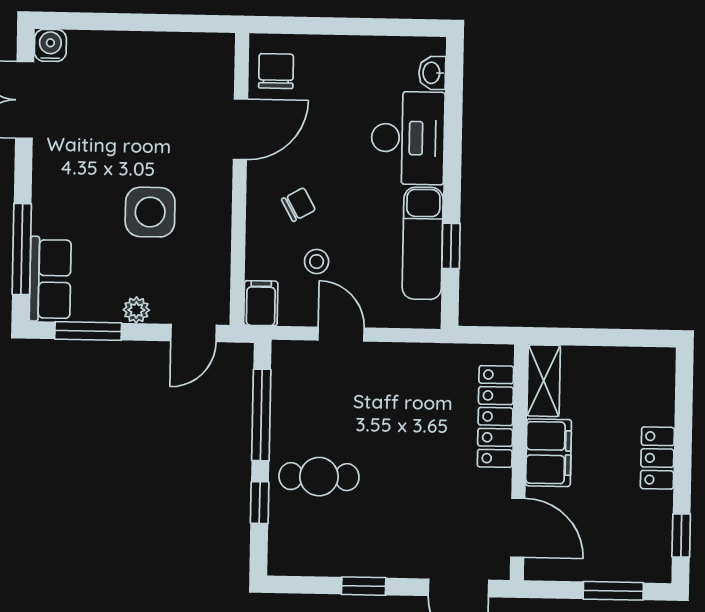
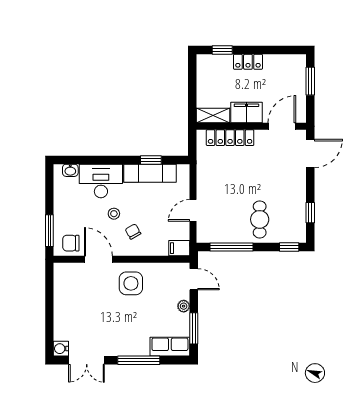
window: (304, 25) -> (49, 231), added
side table: (150, 212) -> (131, 283), moved
window: (22, 249) -> (139, 360), moved
stool: (317, 262) -> (114, 214), moved
window: (260, 503) -> (289, 247), moved
window: (681, 536) -> (222, 50), moved
window: (364, 586) -> (310, 213), moved

